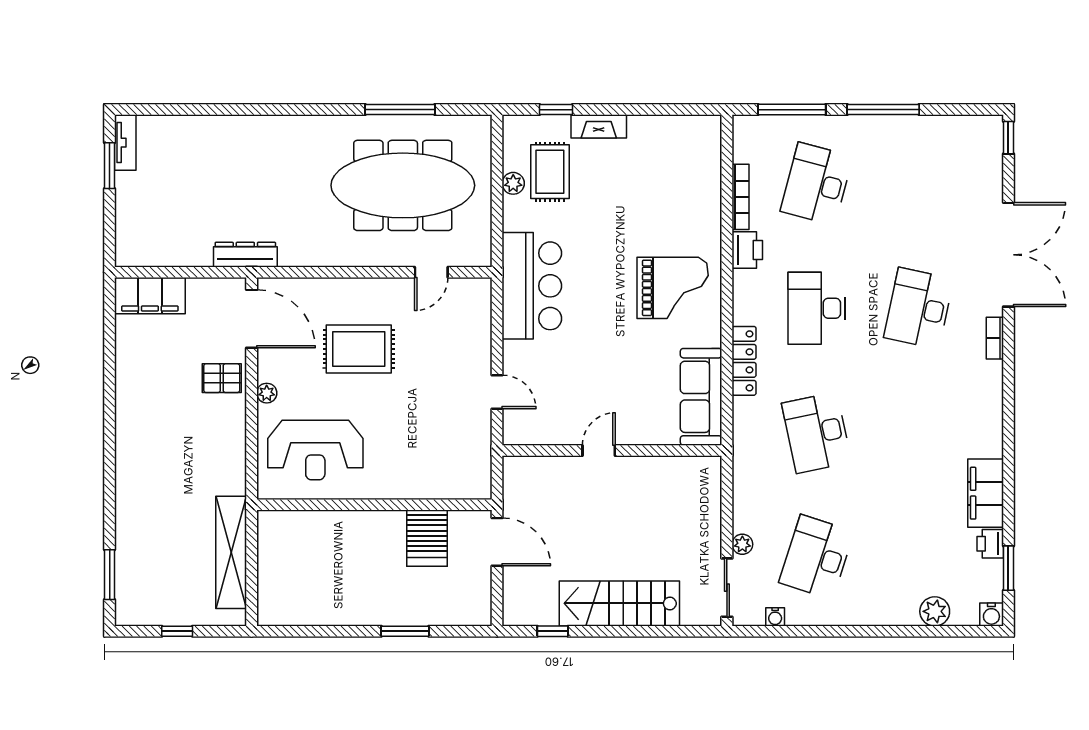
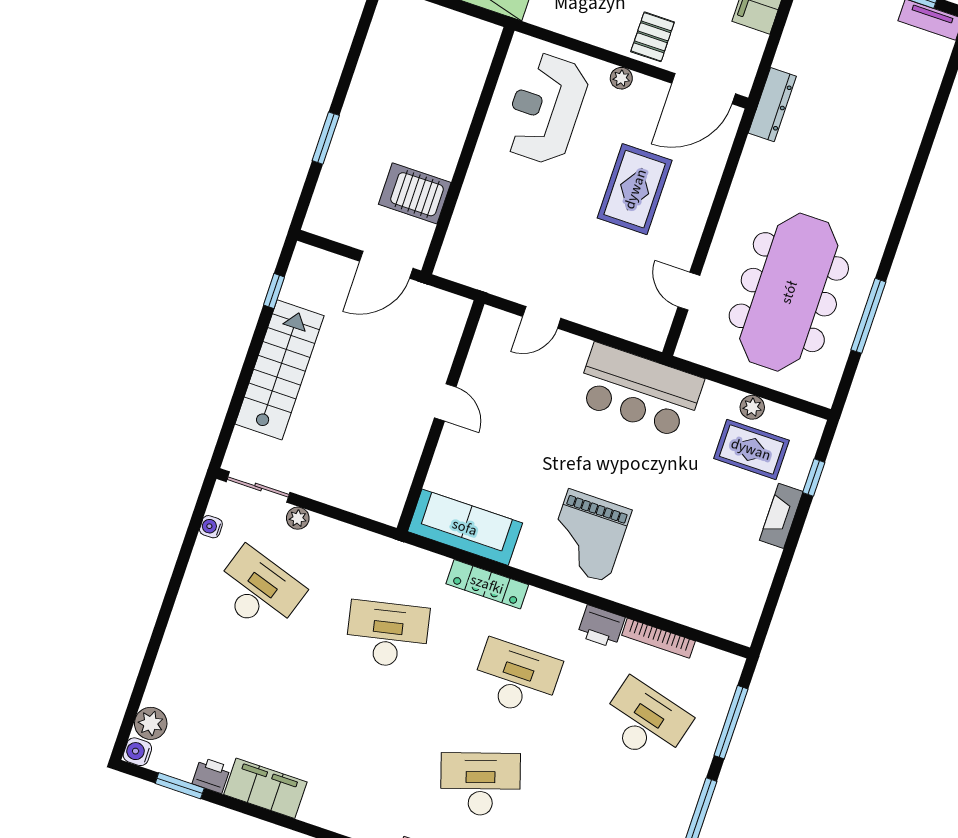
desk: (919, 308) -> (480, 784), turned -30
plant: (935, 611) -> (151, 723), moved

